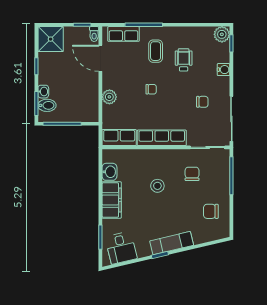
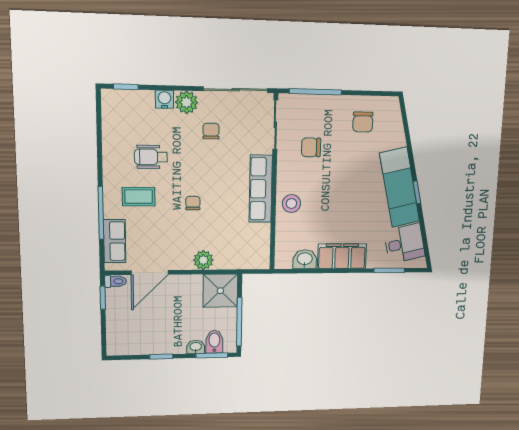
plant: (222, 34) -> (187, 102), moved
shower: (51, 39) -> (220, 291), moved
row of seats: (119, 138) -> (259, 247), removed
stool: (157, 186) -> (291, 204), moved
exam couch: (172, 243) -> (400, 187), width x1.36, depth x1.45

